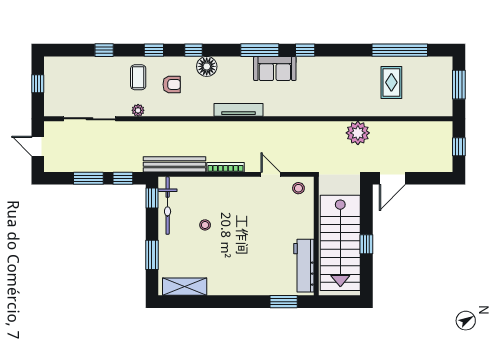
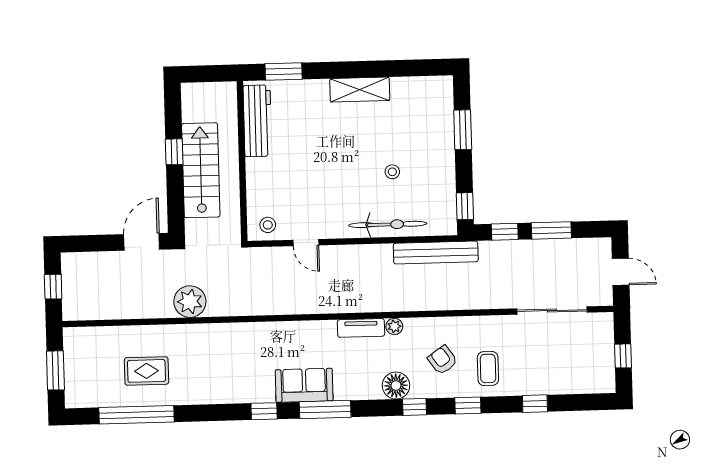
rug: (391, 82) -> (146, 371), turned 90
armchair: (172, 84) -> (443, 360), turned 55
plant: (138, 110) -> (394, 326), moved
tv unit: (239, 110) -> (361, 328), width x0.71
bookcase: (226, 167) -> (367, 250), removed
bicycle: (168, 206) -> (388, 224), moved, turned 90
stairs: (340, 243) -> (201, 170), width x0.73, depth x0.66
shelving: (185, 287) -> (360, 90), moved

